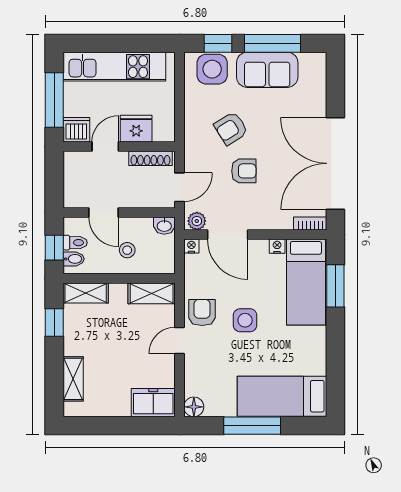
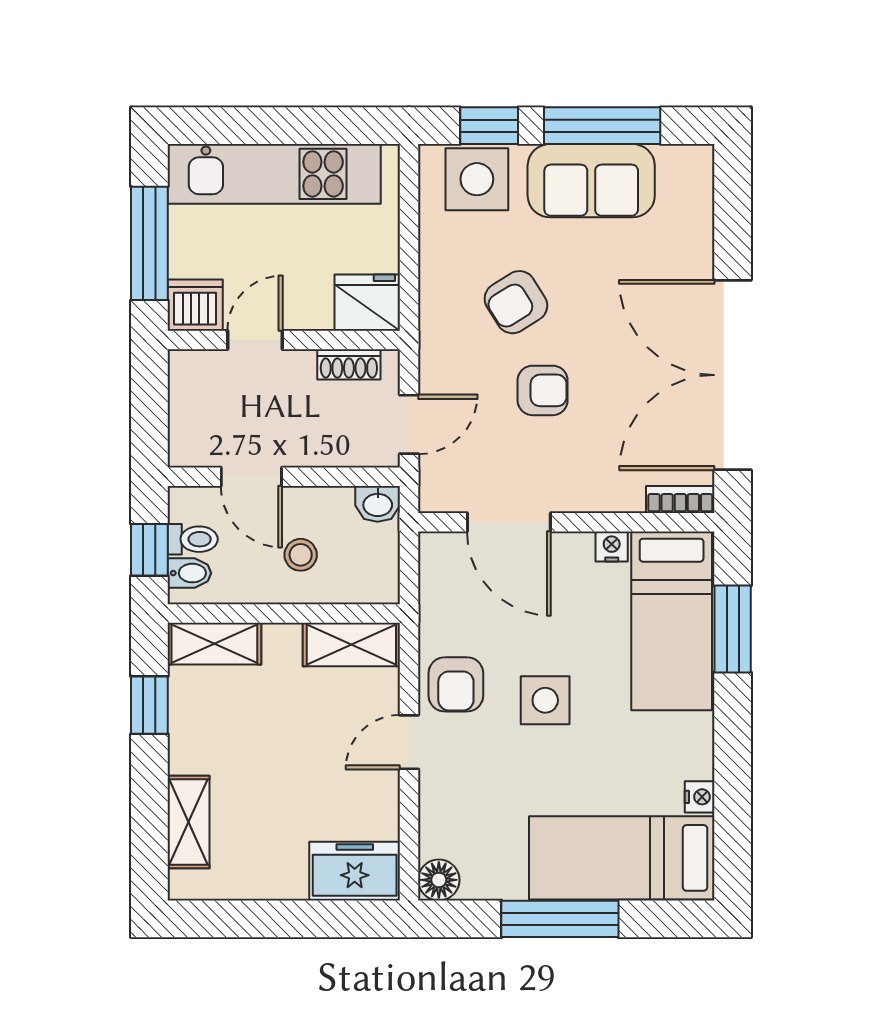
fridge: (136, 129) -> (367, 303), moved
shoe rack: (150, 158) -> (349, 364), width x0.70
plant: (197, 221) -> (445, 494), removed
nightstand: (191, 246) -> (700, 797), moved, turned 90
armchair: (202, 313) -> (456, 684), turned 180

